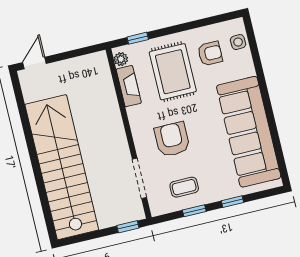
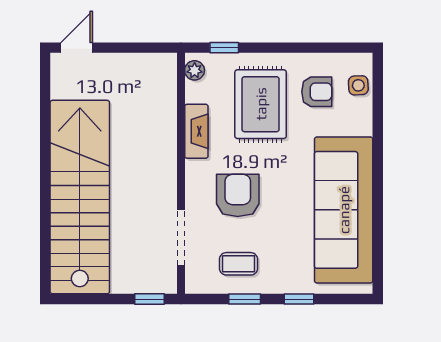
fireplace: (129, 86) -> (196, 131), moved

